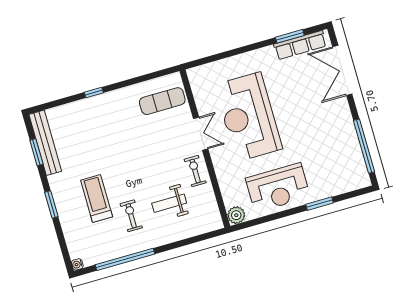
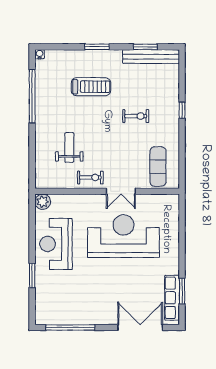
exercise bike: (131, 216) -> (136, 116), moved

